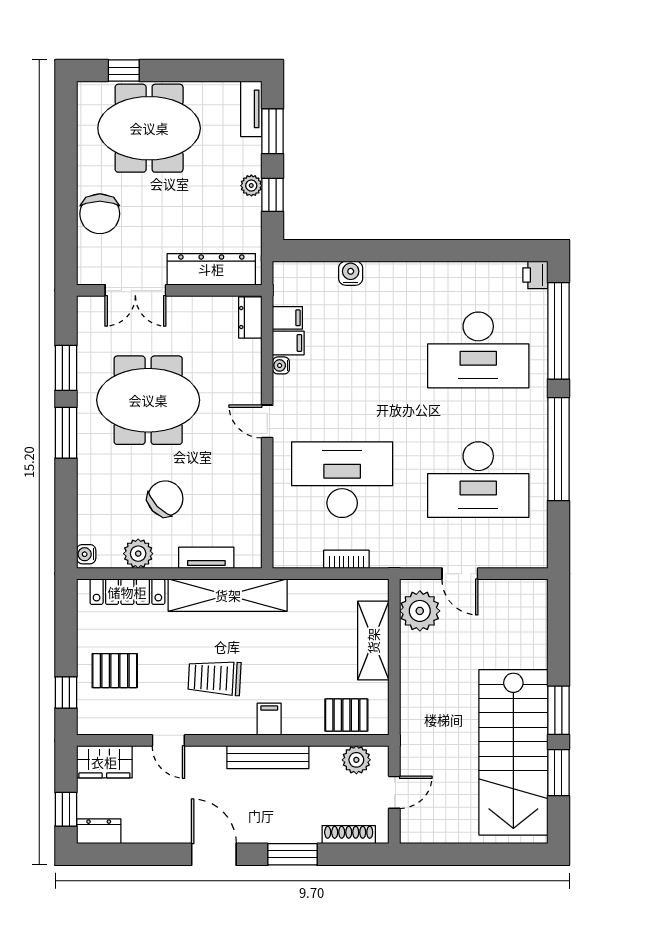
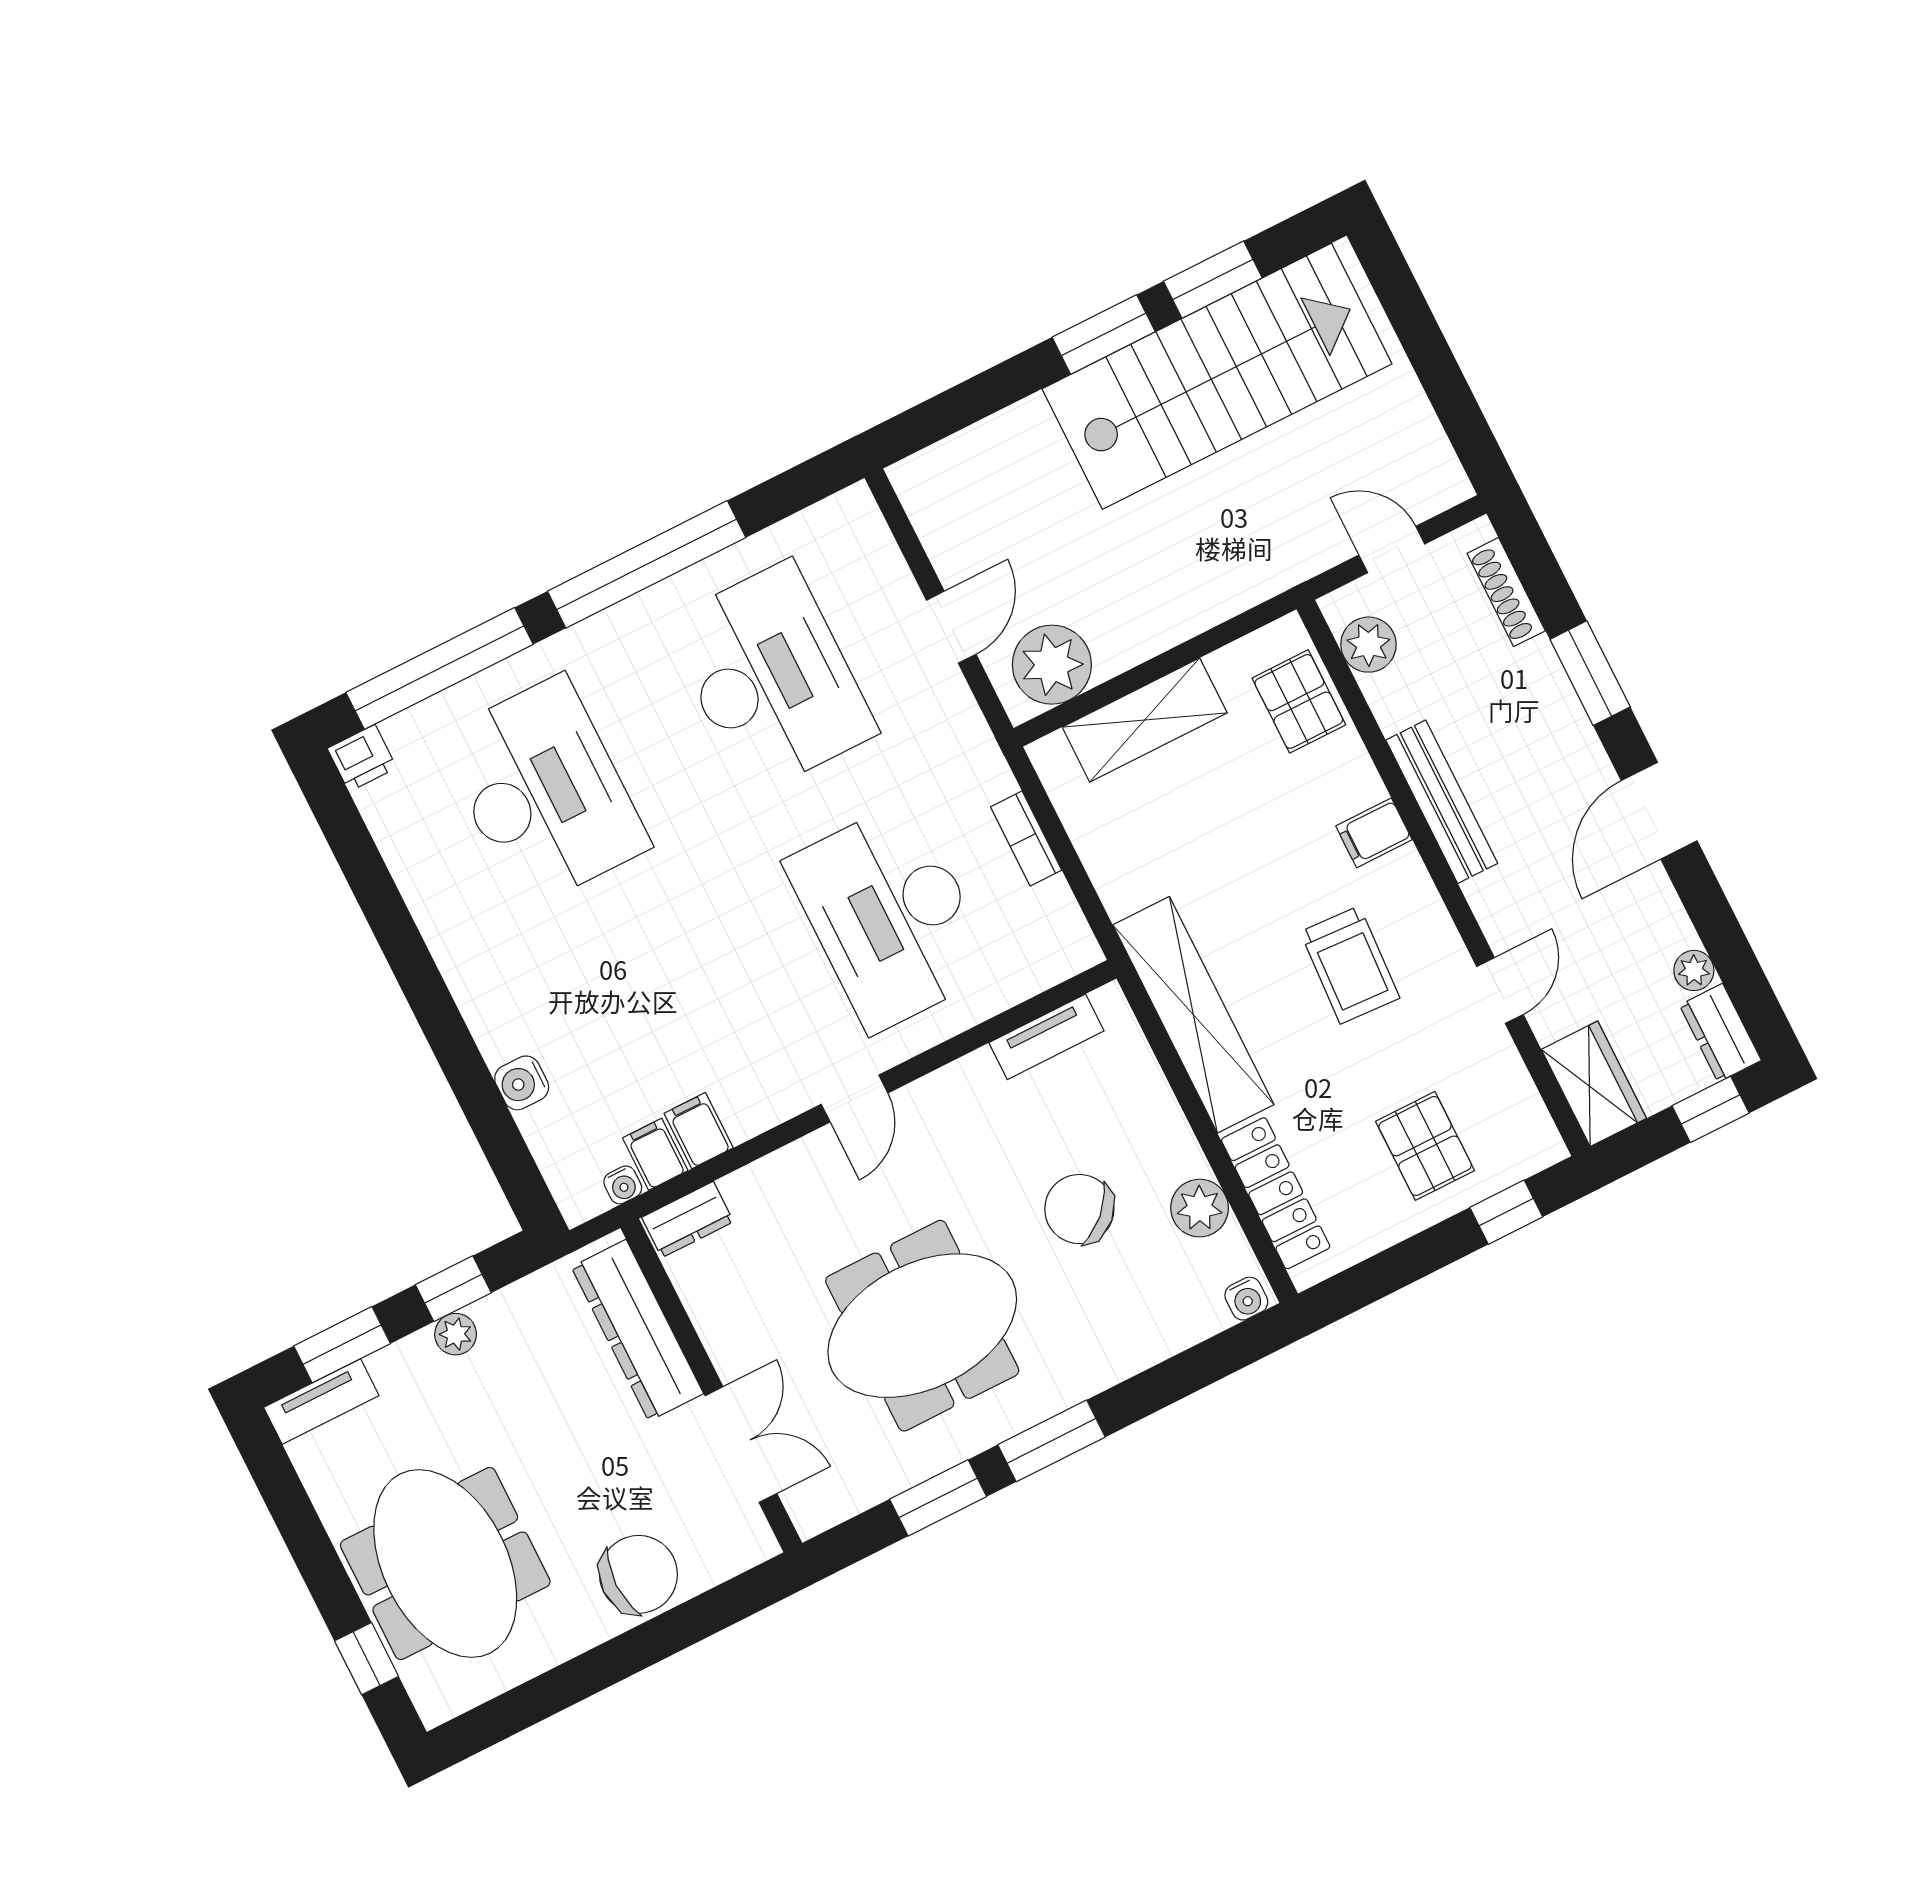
water cooler: (281, 365) -> (623, 1185), moved
meeting table: (148, 400) -> (922, 1326), turned 90
tv unit: (206, 558) -> (1046, 1037), moved, turned -90
plant: (133, 833) -> (1694, 970), added

